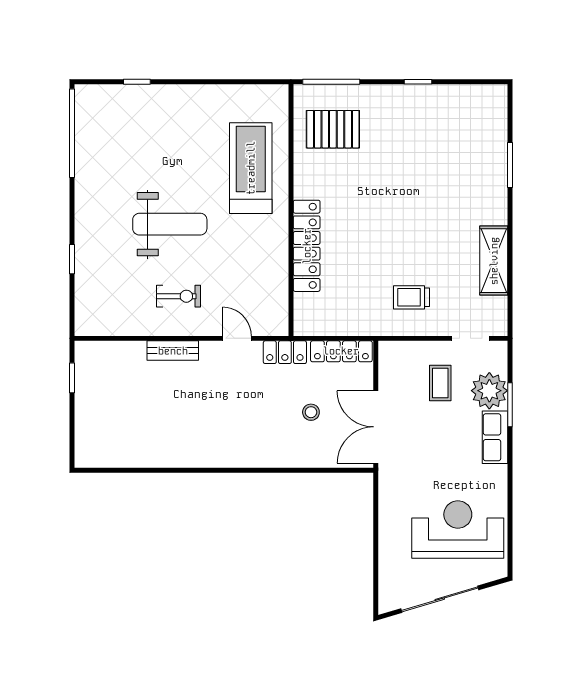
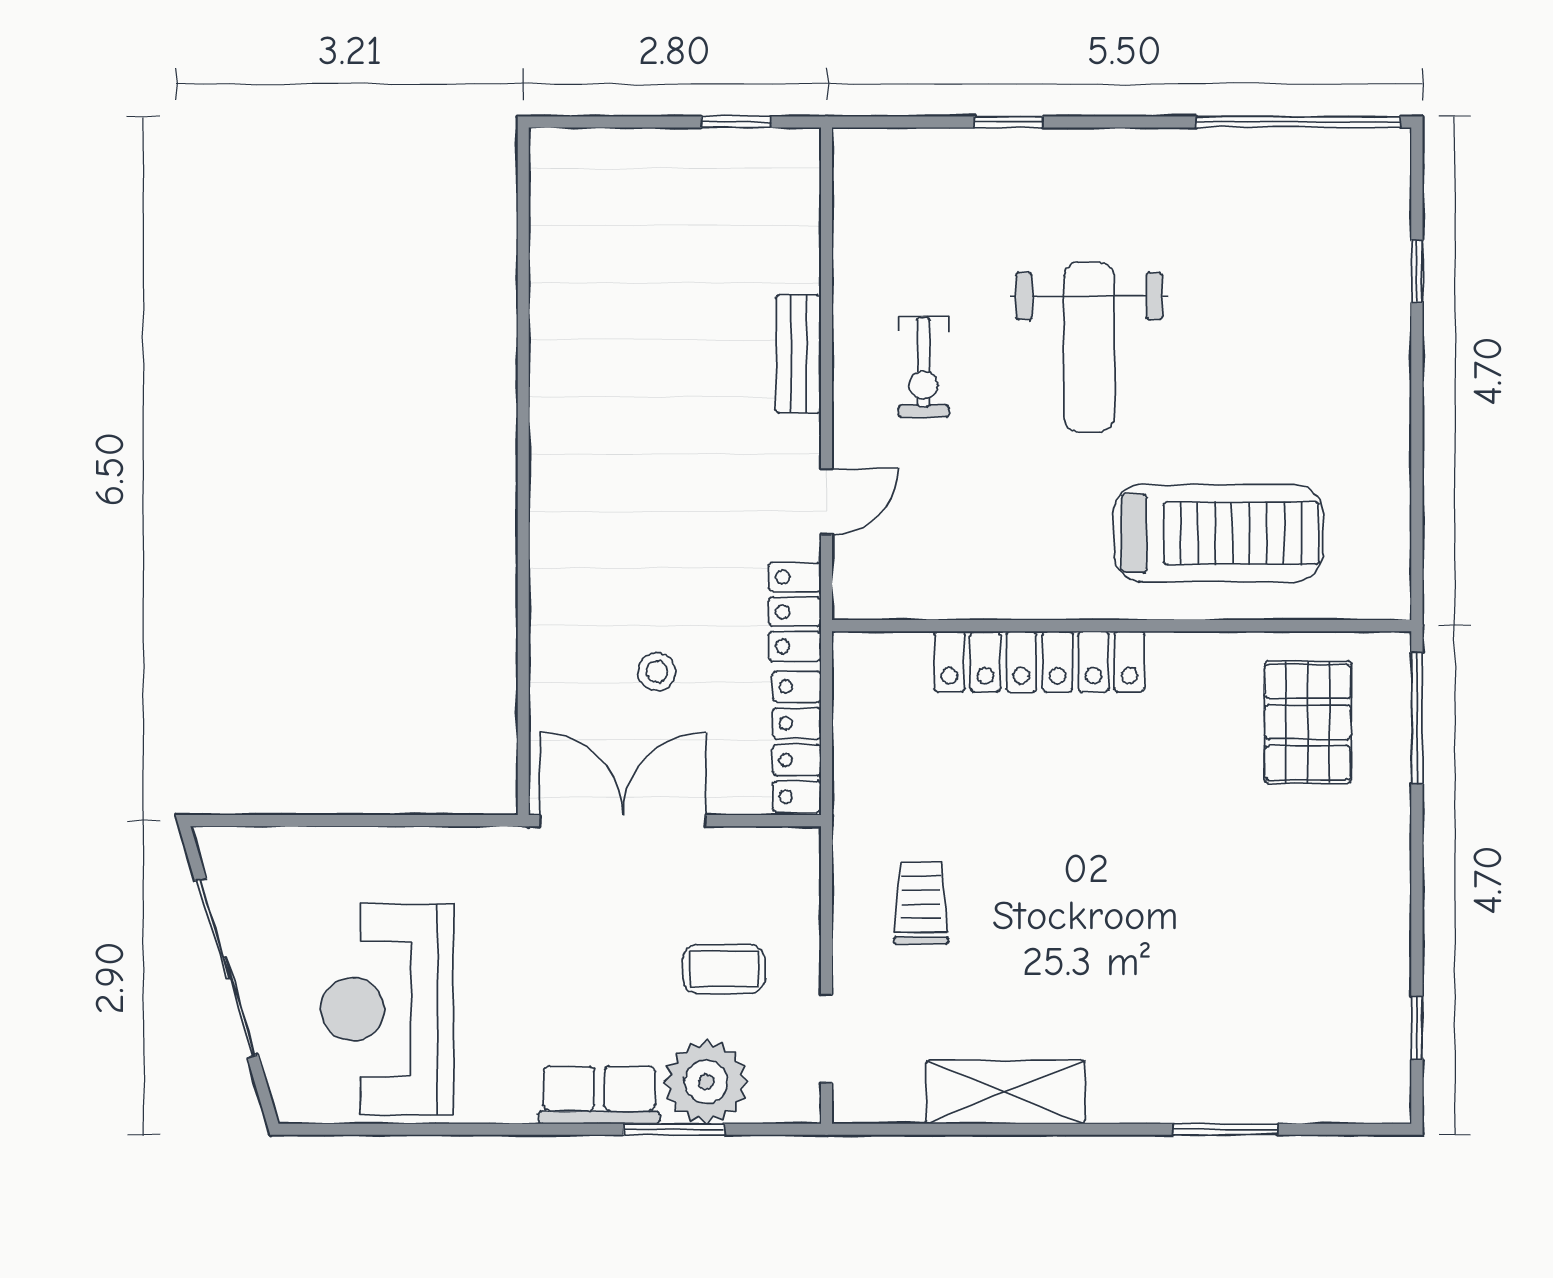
window: (418, 82) -> (1417, 1028), moved
reception desk: (458, 529) -> (387, 1009), turned 180

